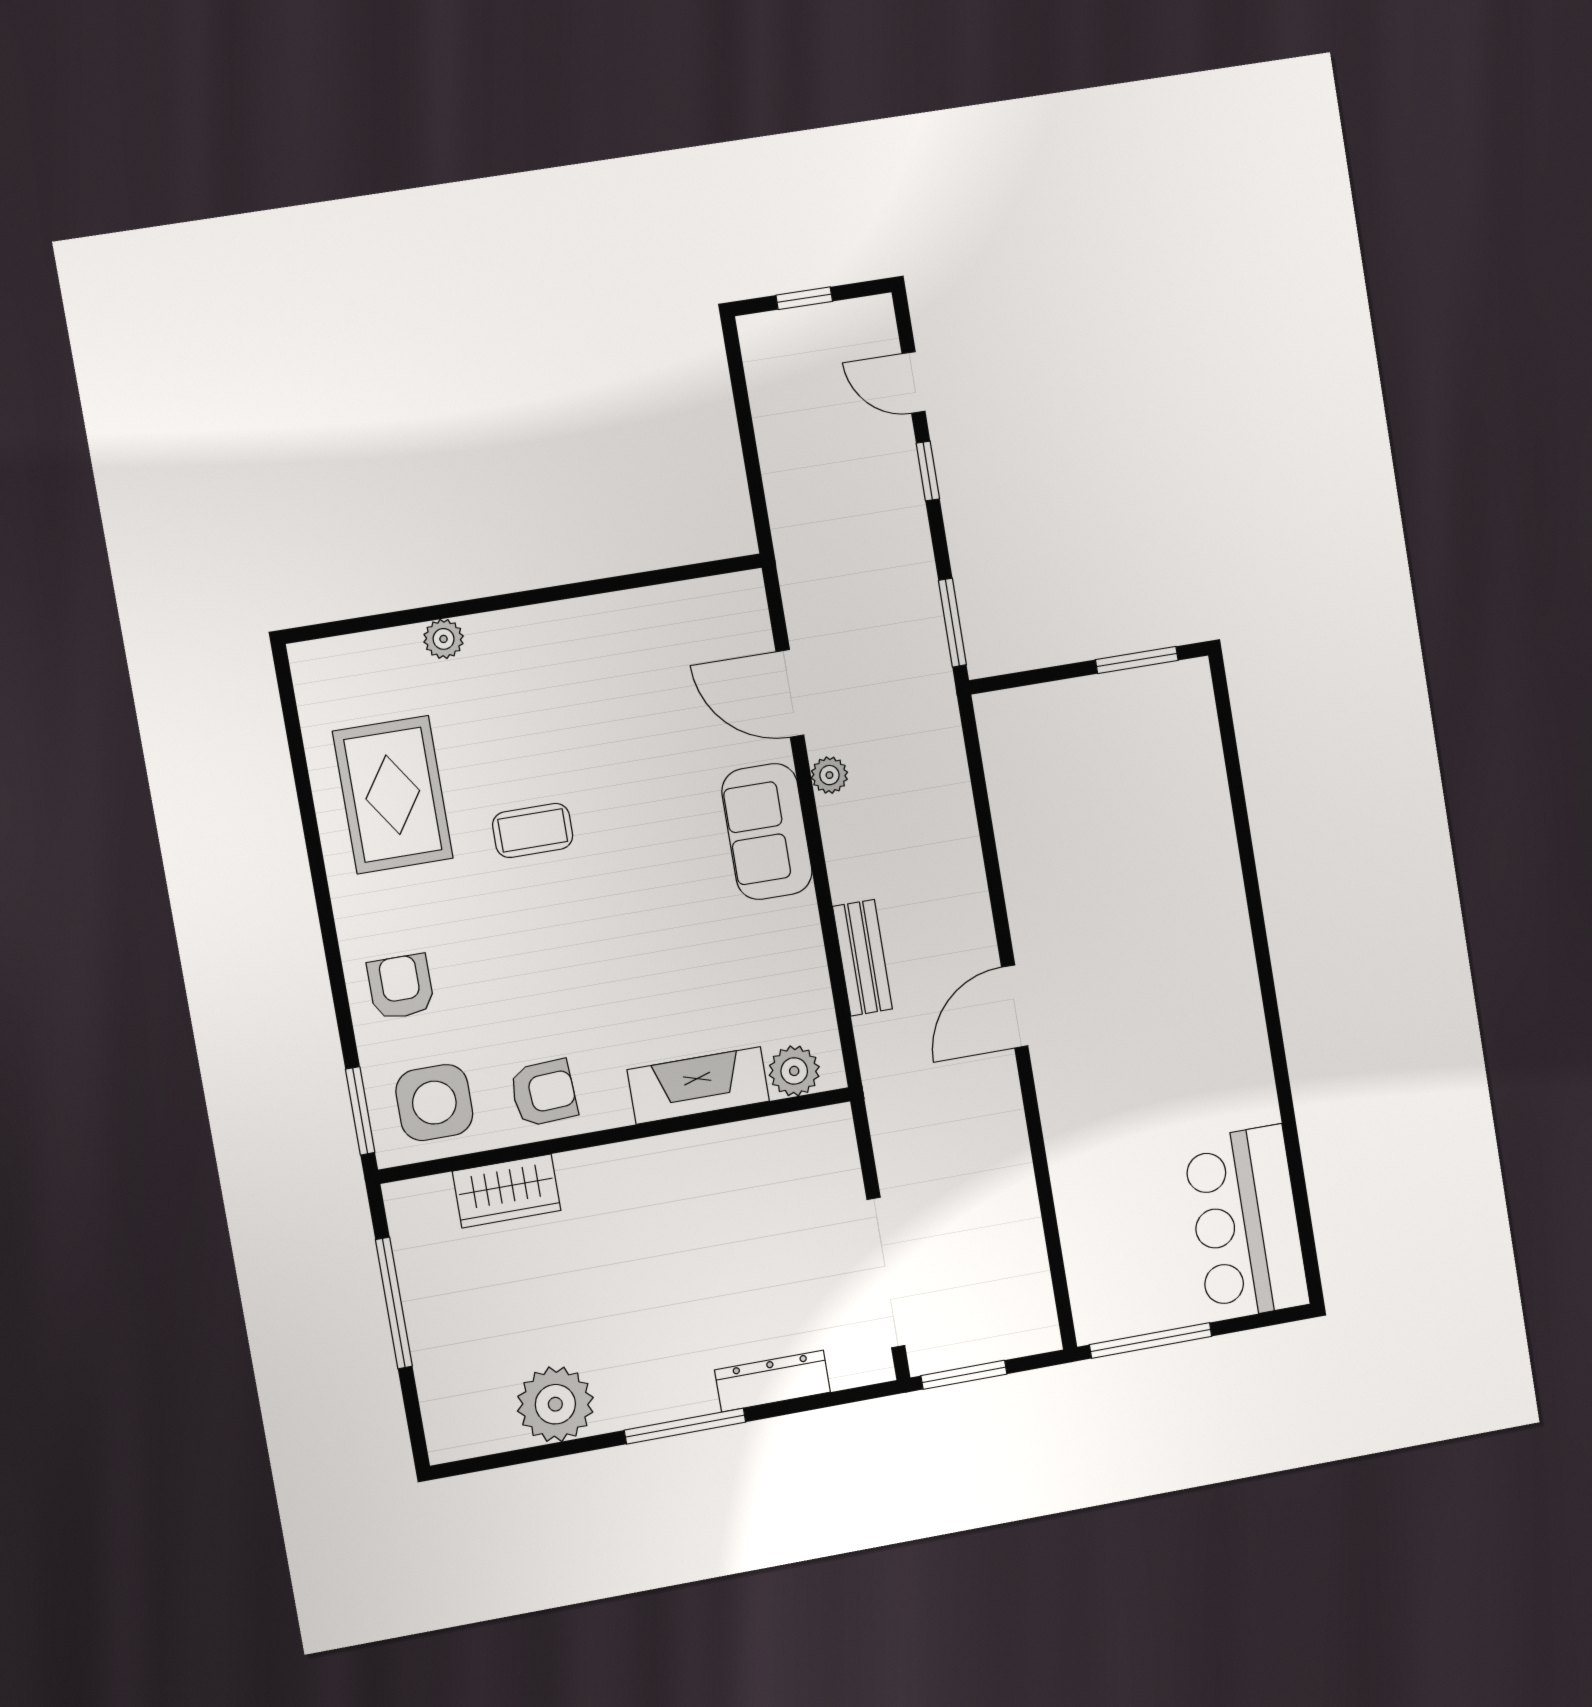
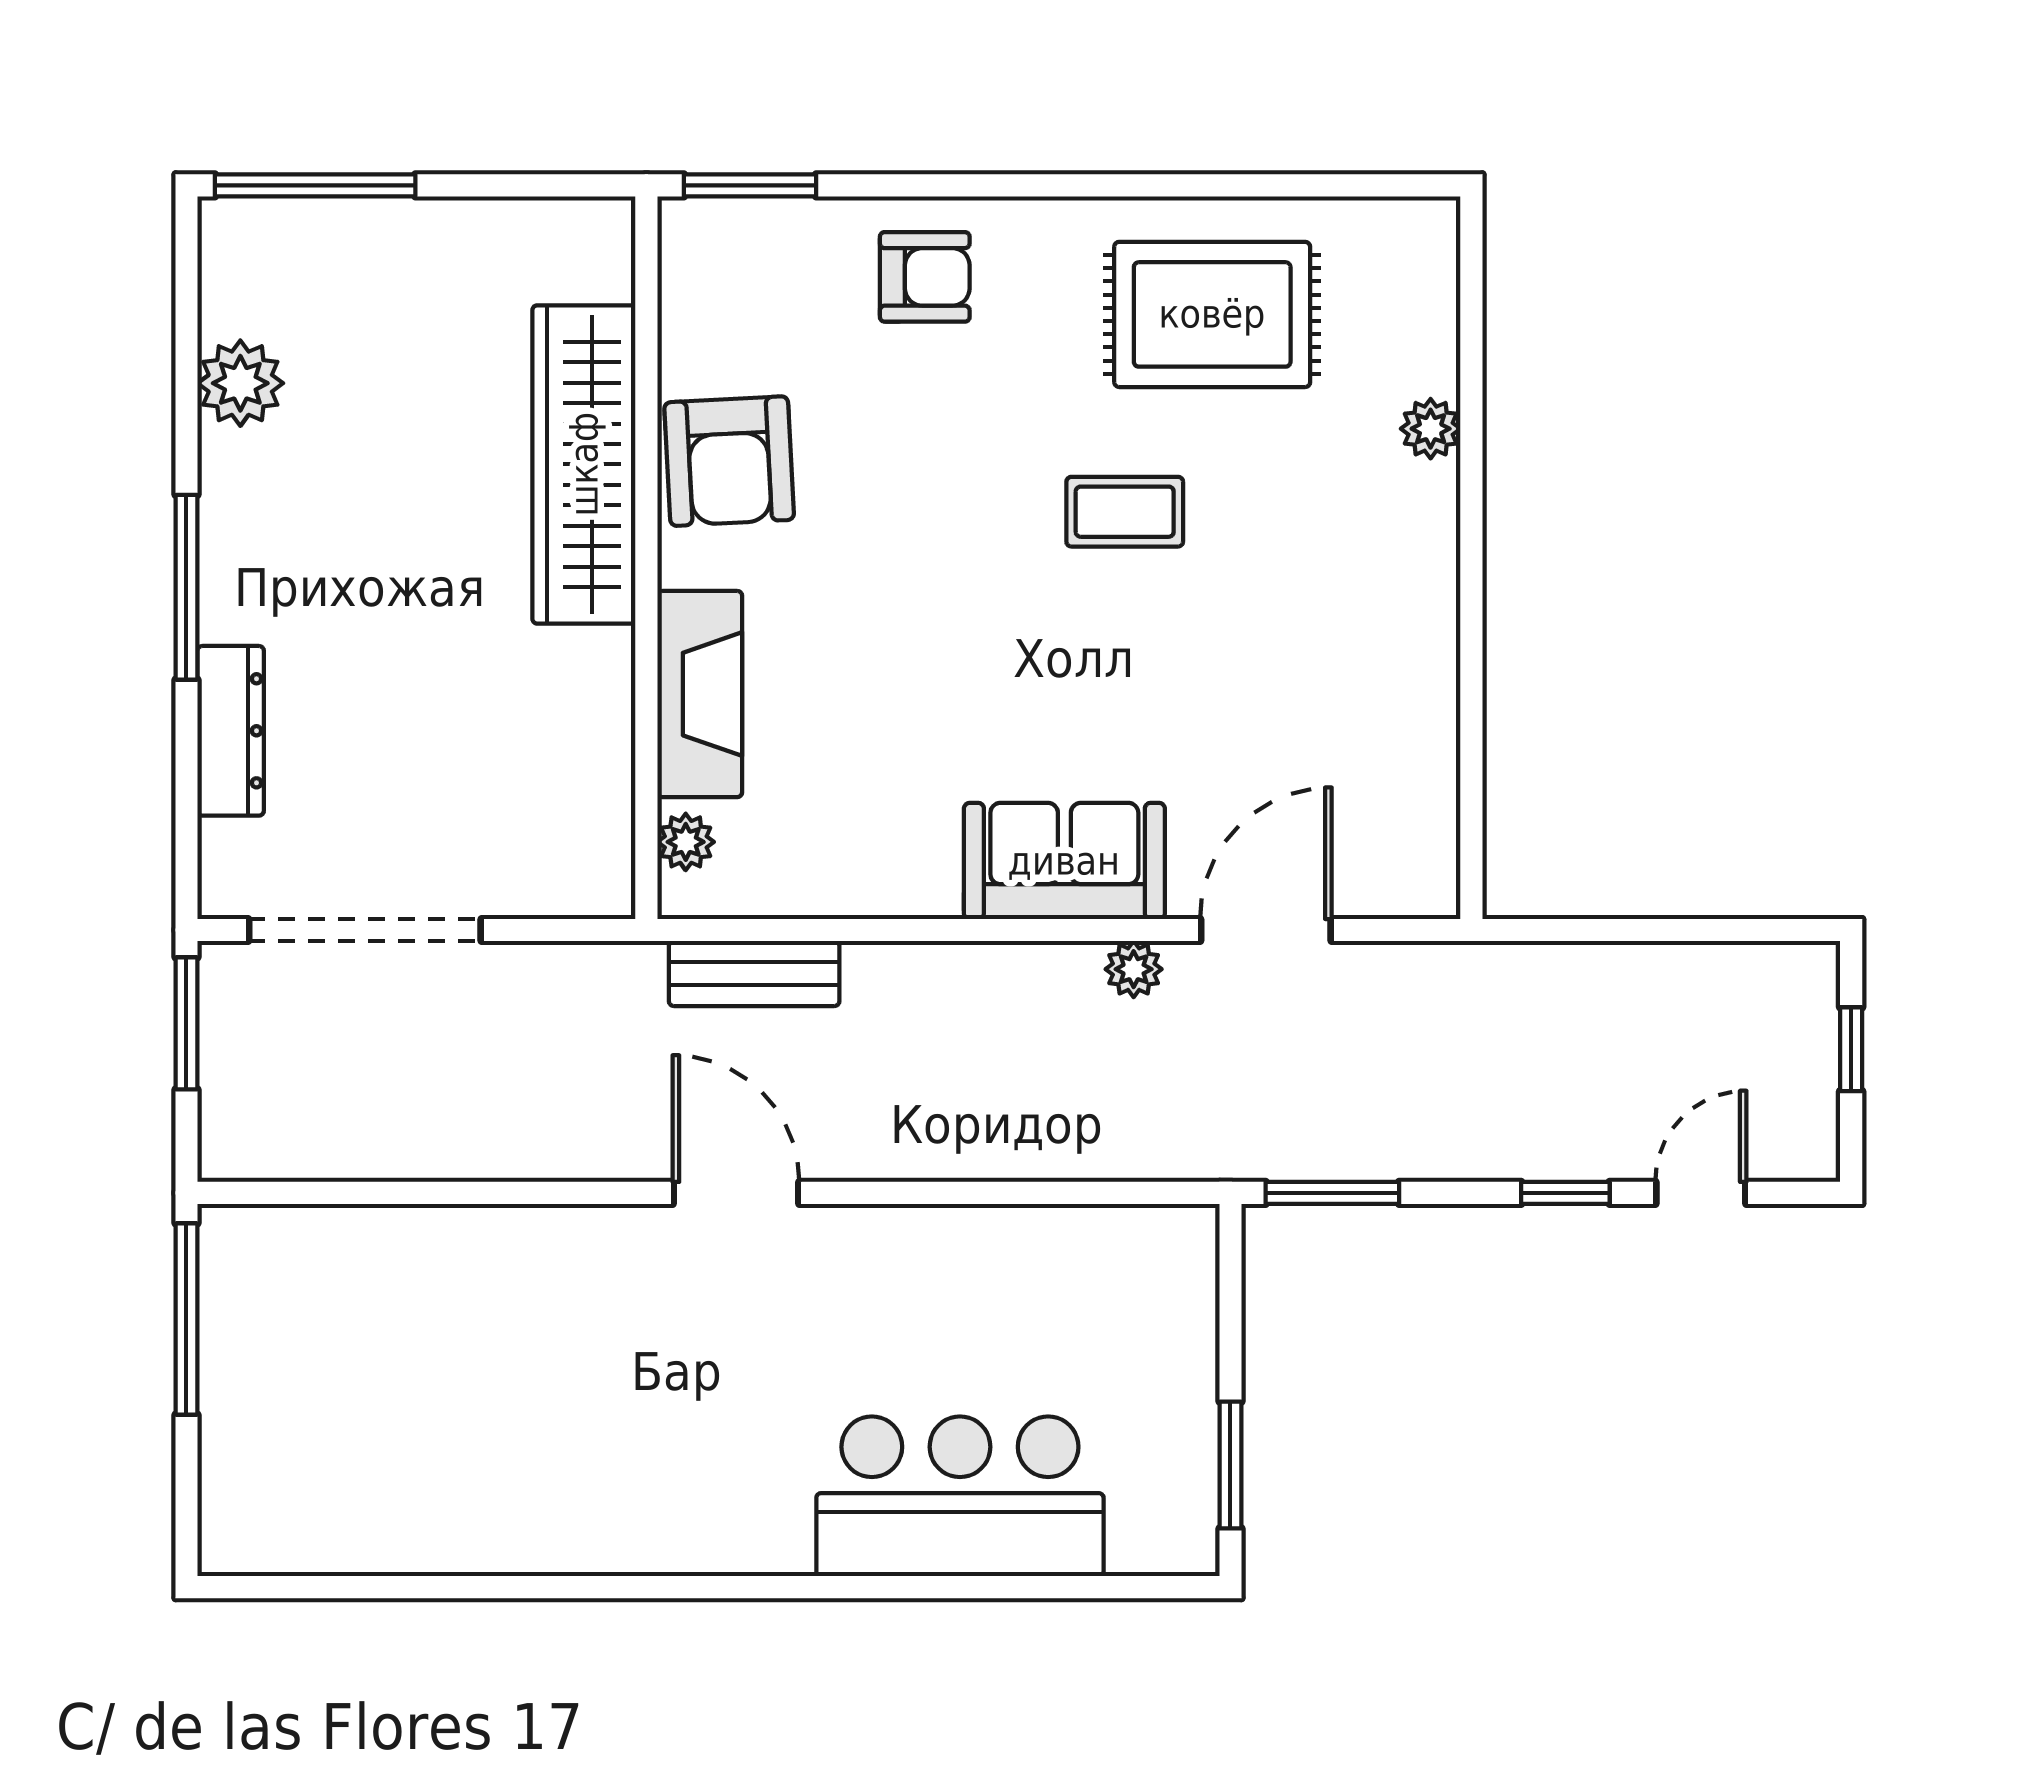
coffee table: (533, 830) -> (1125, 512), turned 90
bench: (862, 958) -> (754, 973), moved
plant: (794, 1071) -> (686, 842), width x0.73, depth x0.73
armchair: (544, 1093) -> (729, 461), width x1.38, depth x1.38
side table: (434, 1103) -> (743, 297), removed
wardrobe: (507, 1191) -> (584, 464), width x2.10, depth x1.17
bar counter: (1246, 1223) -> (960, 1496), moved
window: (394, 1303) -> (315, 185), moved
plant: (555, 1404) -> (240, 383), width x0.73, depth x0.73

